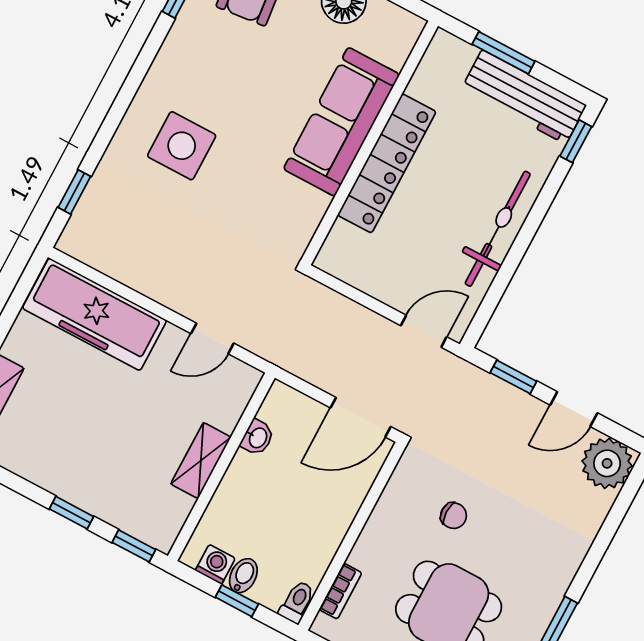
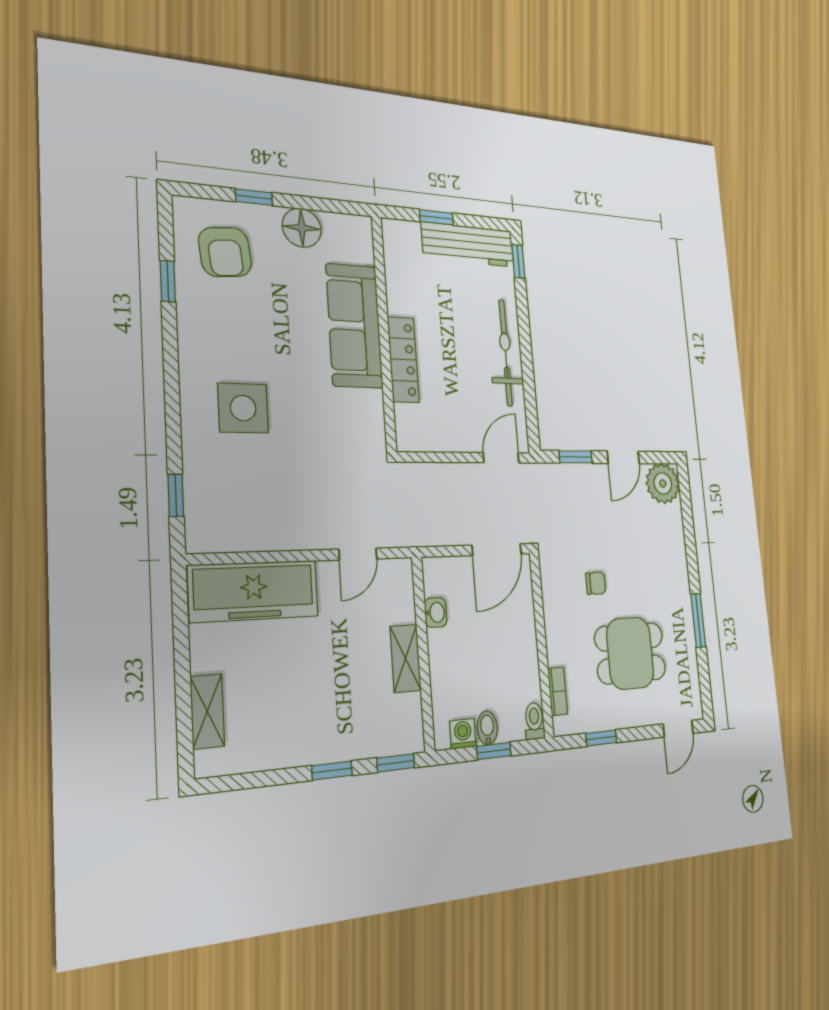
window: (504, 53) -> (436, 217), width x0.67
locker: (387, 163) -> (403, 360), width x0.71, depth x0.83

